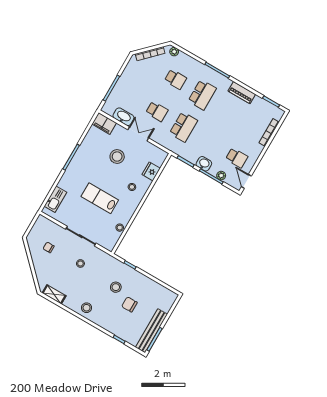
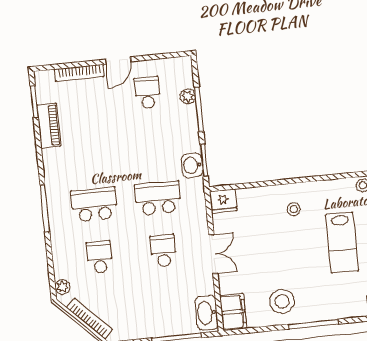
piano: (242, 93) -> (49, 126), moved
washbasin: (123, 117) -> (206, 313), moved
double door: (138, 134) -> (213, 254), swing flipped
stool: (117, 156) -> (282, 301), moved
washbasin: (204, 164) -> (192, 165), moved
fridge: (151, 171) -> (223, 201), moved
door: (246, 181) -> (118, 60), moved

